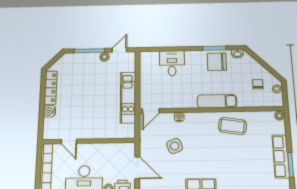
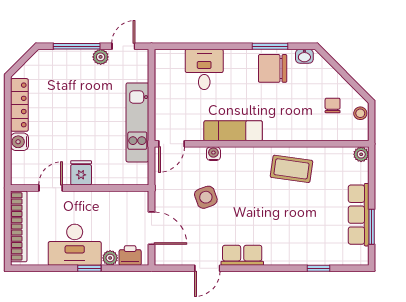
exam couch: (217, 101) -> (233, 131), moved
fridge: (90, 131) -> (81, 173), added
door: (69, 141) -> (51, 188), swing flipped

